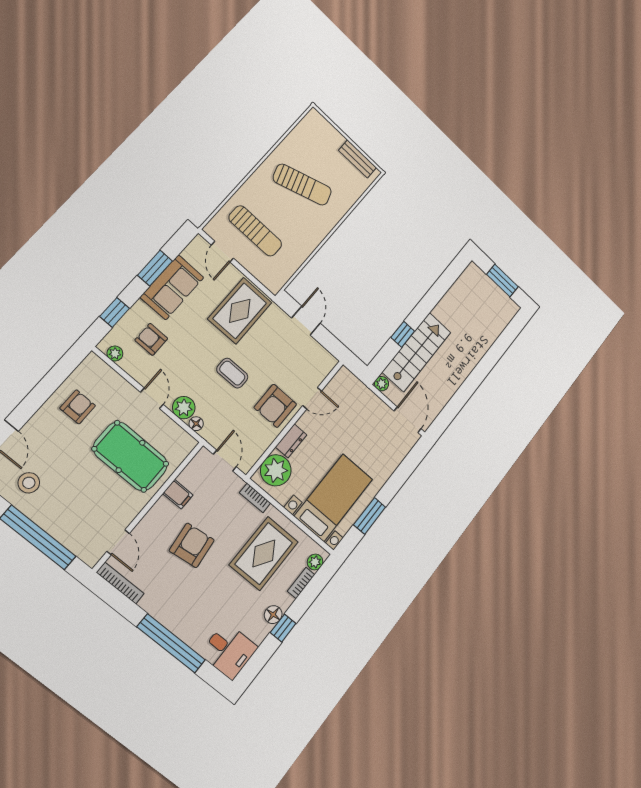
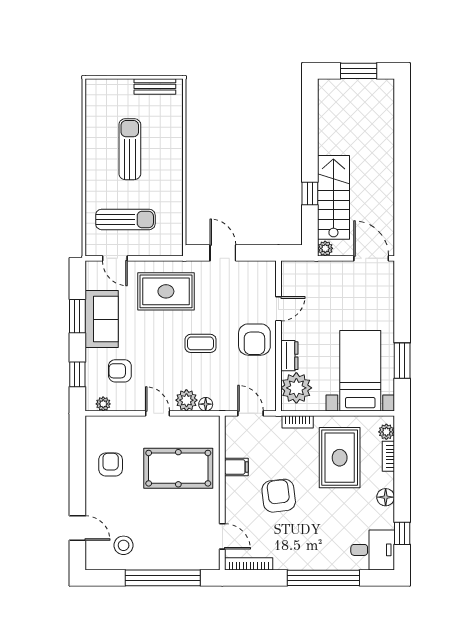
sun lounger: (302, 185) -> (130, 149), turned -72
rug: (240, 311) -> (166, 291), turned 90
window: (283, 628) -> (402, 533), moved

